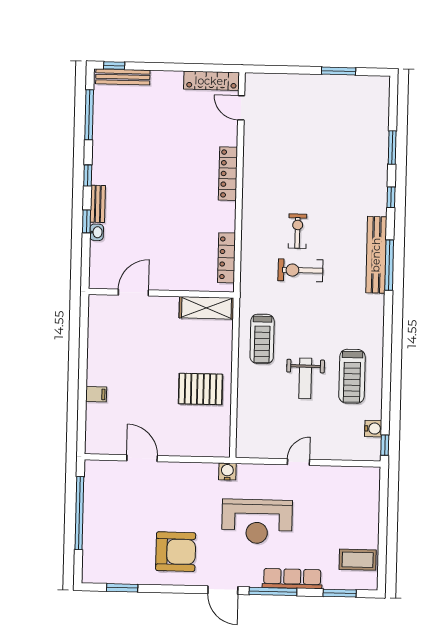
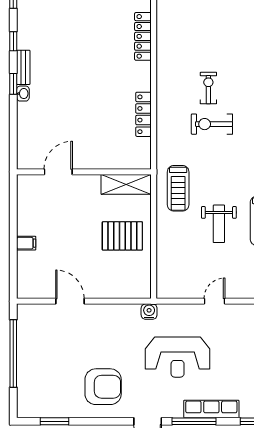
door: (133, 292) -> (58, 172), moved
wall: (161, 293) -> (84, 172), moved
shelving: (207, 308) -> (126, 184), moved

